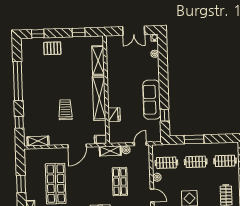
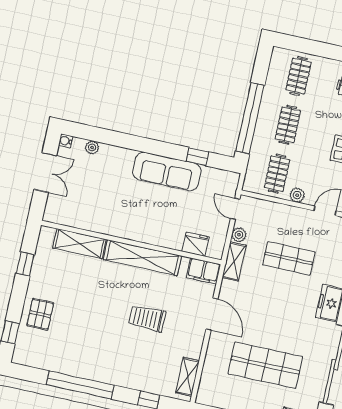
fridge: (114, 115) -> (196, 244), moved
filing cabinet: (101, 139) -> (204, 271), width x2.00
window: (194, 139) -> (250, 118), width x2.11

